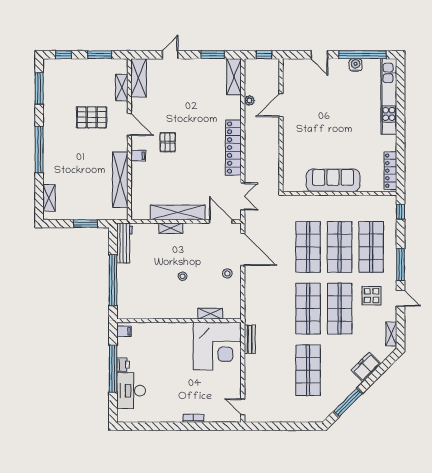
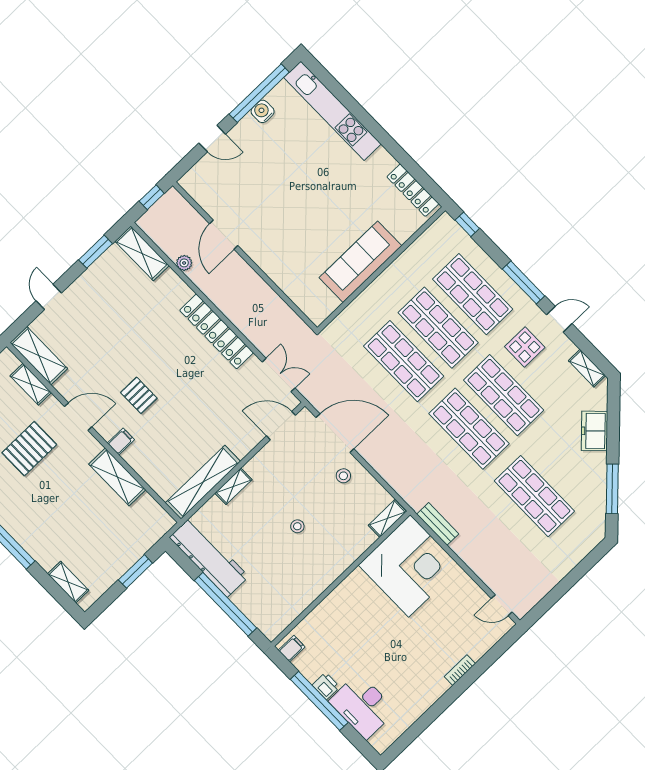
shelving: (120, 180) -> (117, 477), width x0.68
shelving: (178, 212) -> (203, 482), moved
workbench: (124, 243) -> (209, 557), width x1.36, depth x1.32
shelving: (210, 314) -> (387, 518), moved

